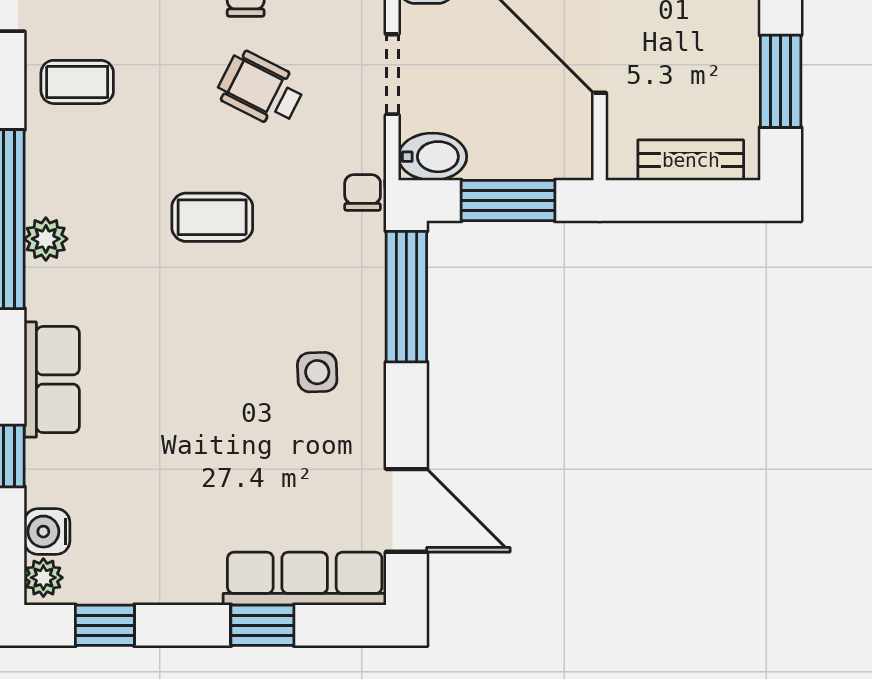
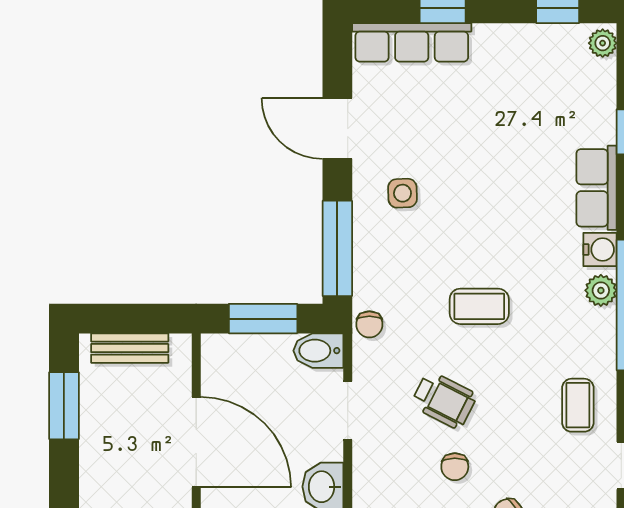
coffee table: (77, 82) -> (578, 405), turned 90
door: (406, 510) -> (337, 128), moved
water cooler: (47, 532) -> (600, 250), moved

